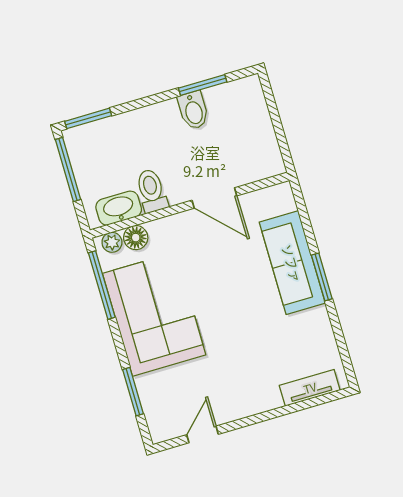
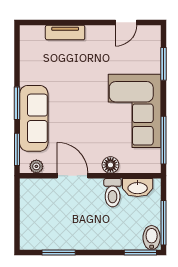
bidet: (193, 110) -> (152, 238), moved
window: (303, 212) -> (17, 149), added
floor lamp: (136, 238) -> (110, 165), moved
plant: (112, 242) -> (36, 166), moved
tv unit: (310, 388) -> (65, 33), moved

